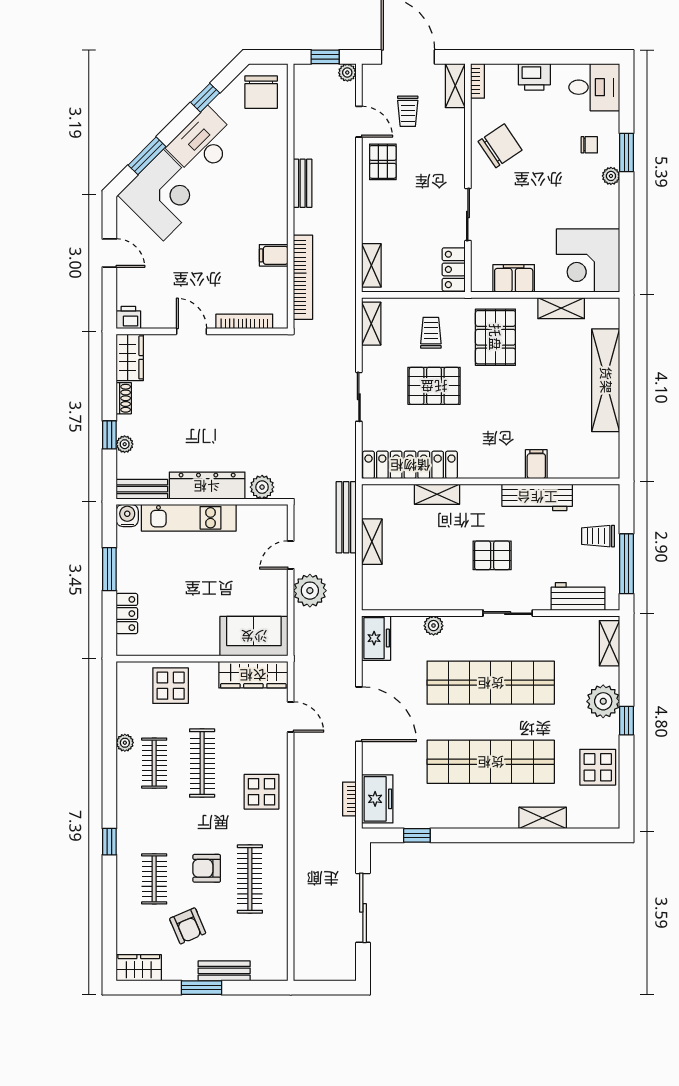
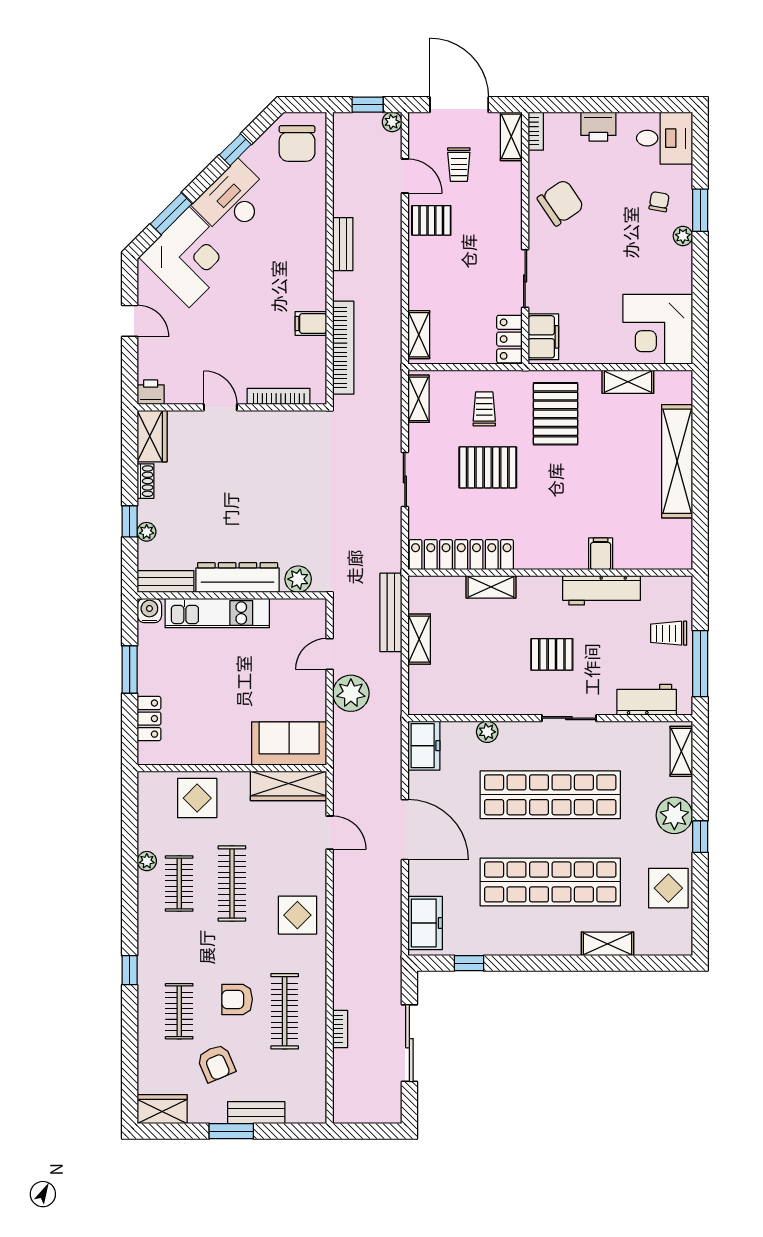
chair: (589, 145) -> (659, 202), turned -80
pallet: (383, 162) -> (431, 220), turned 90
filing cabinet: (514, 278) -> (543, 337), moved, turned 90
bookcase: (349, 799) -> (340, 1029), moved, turned 180

